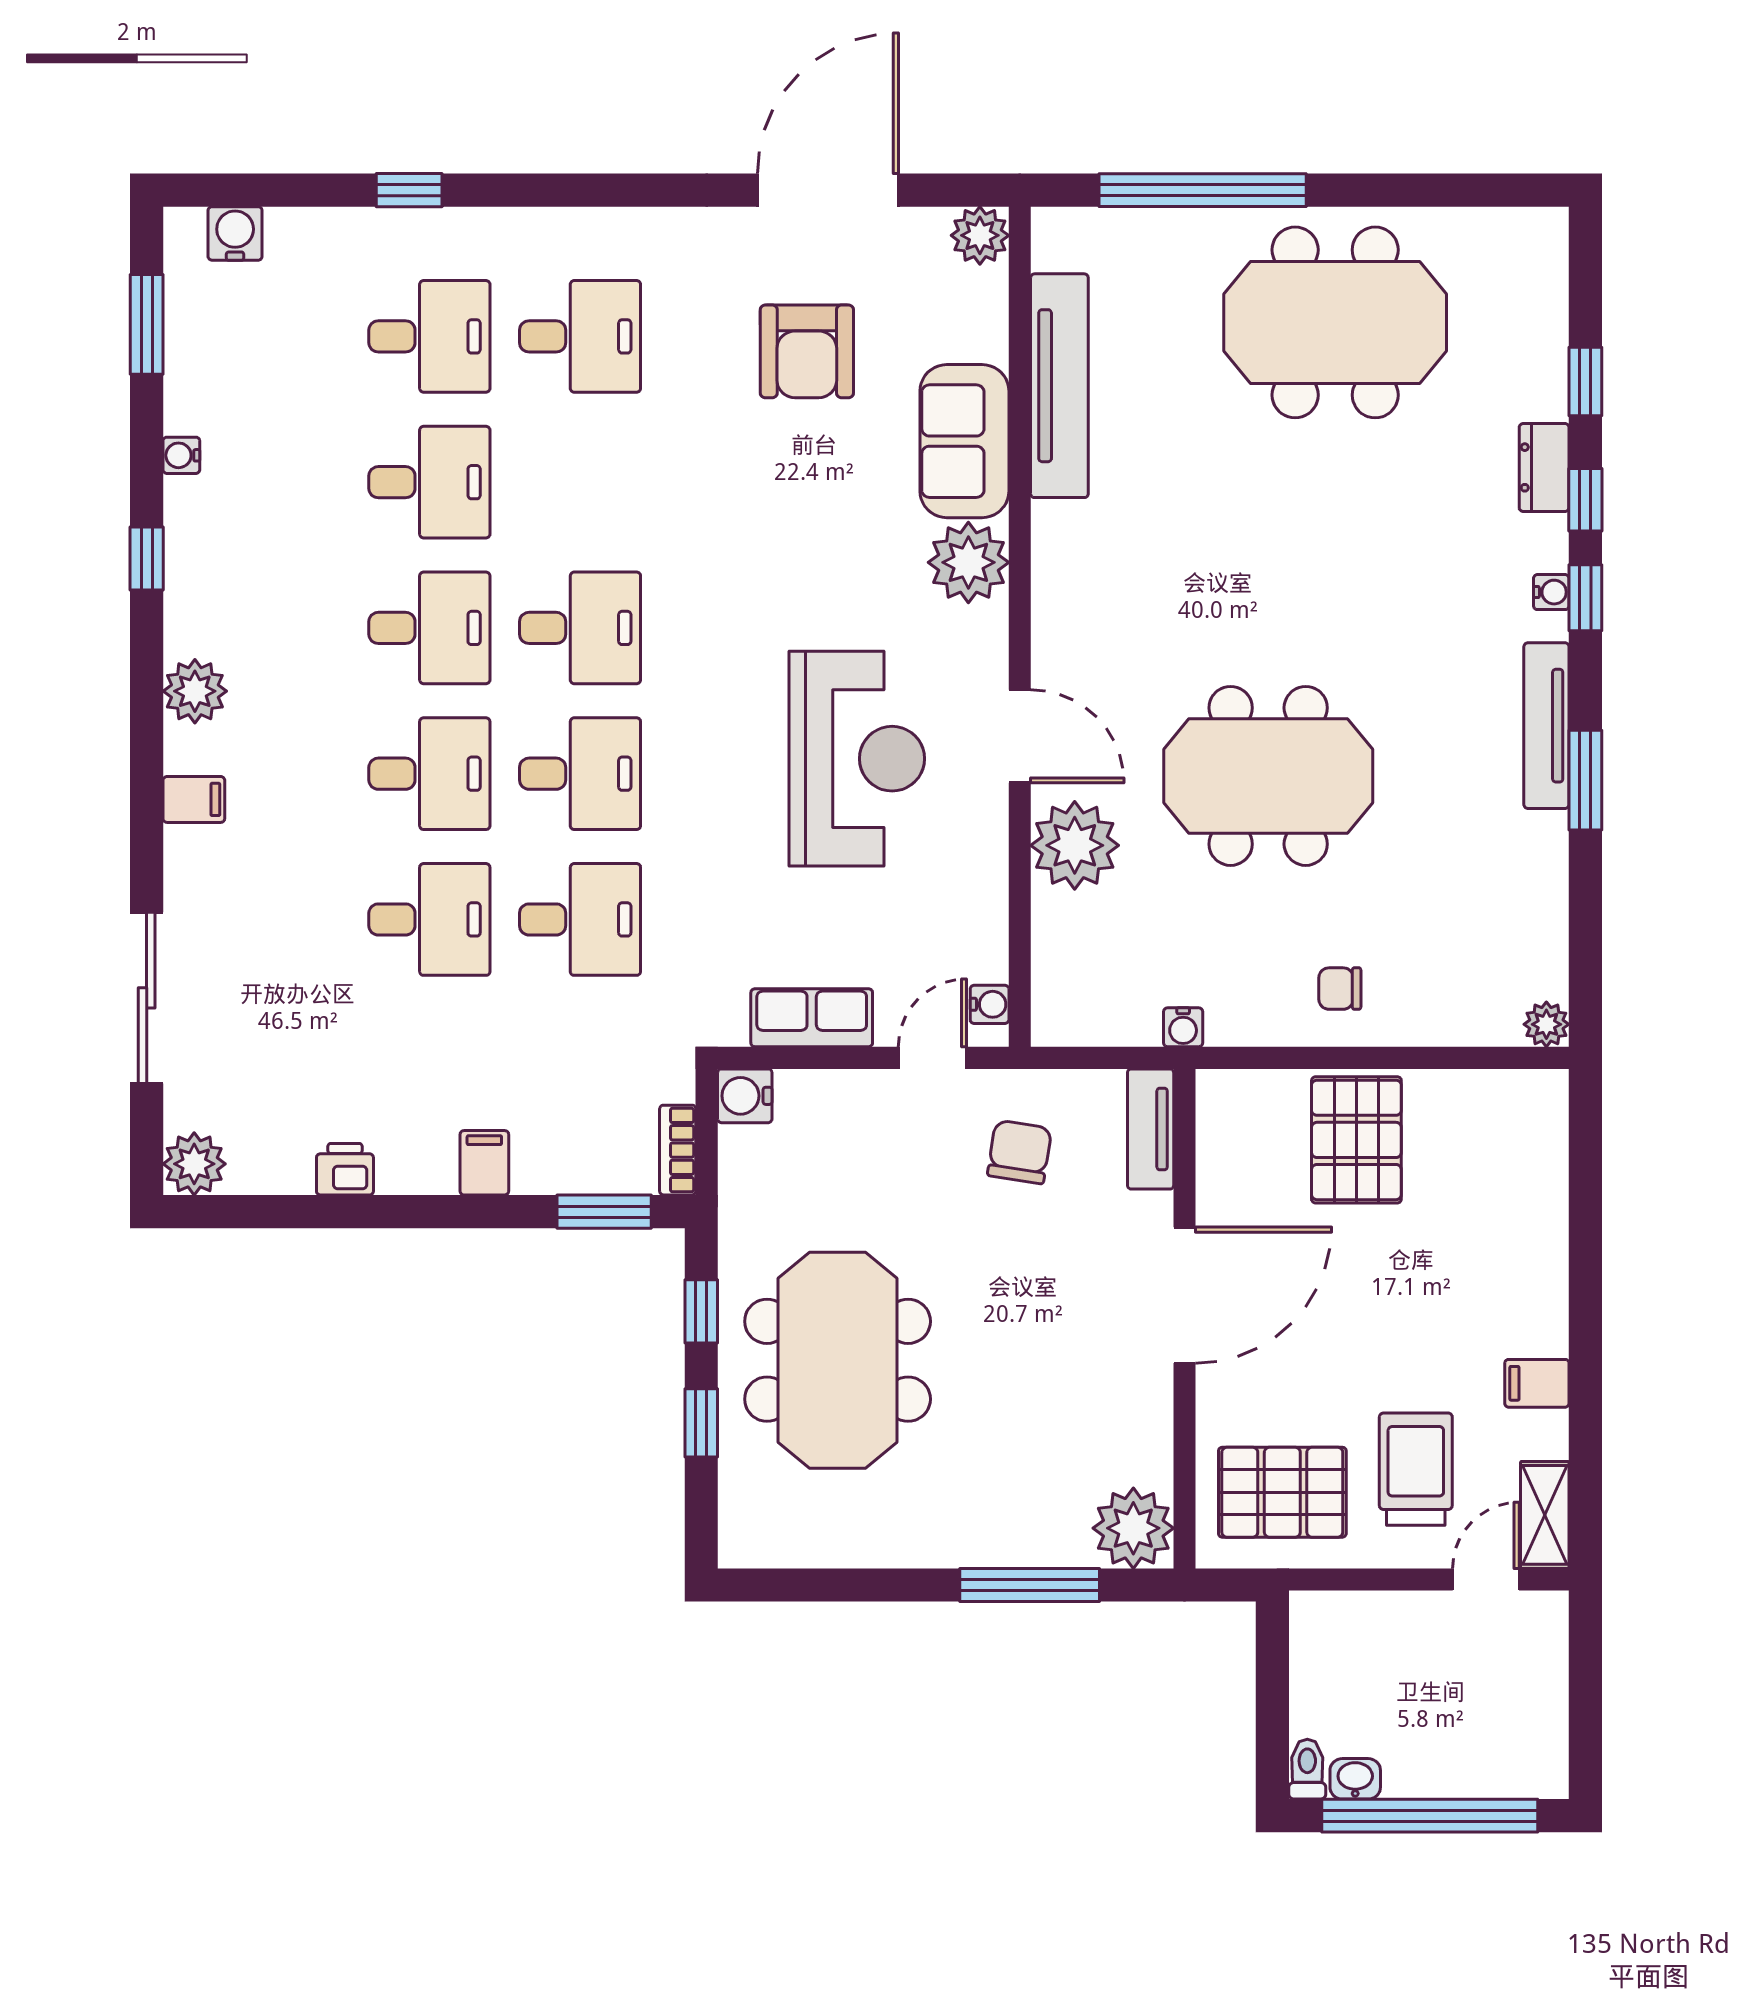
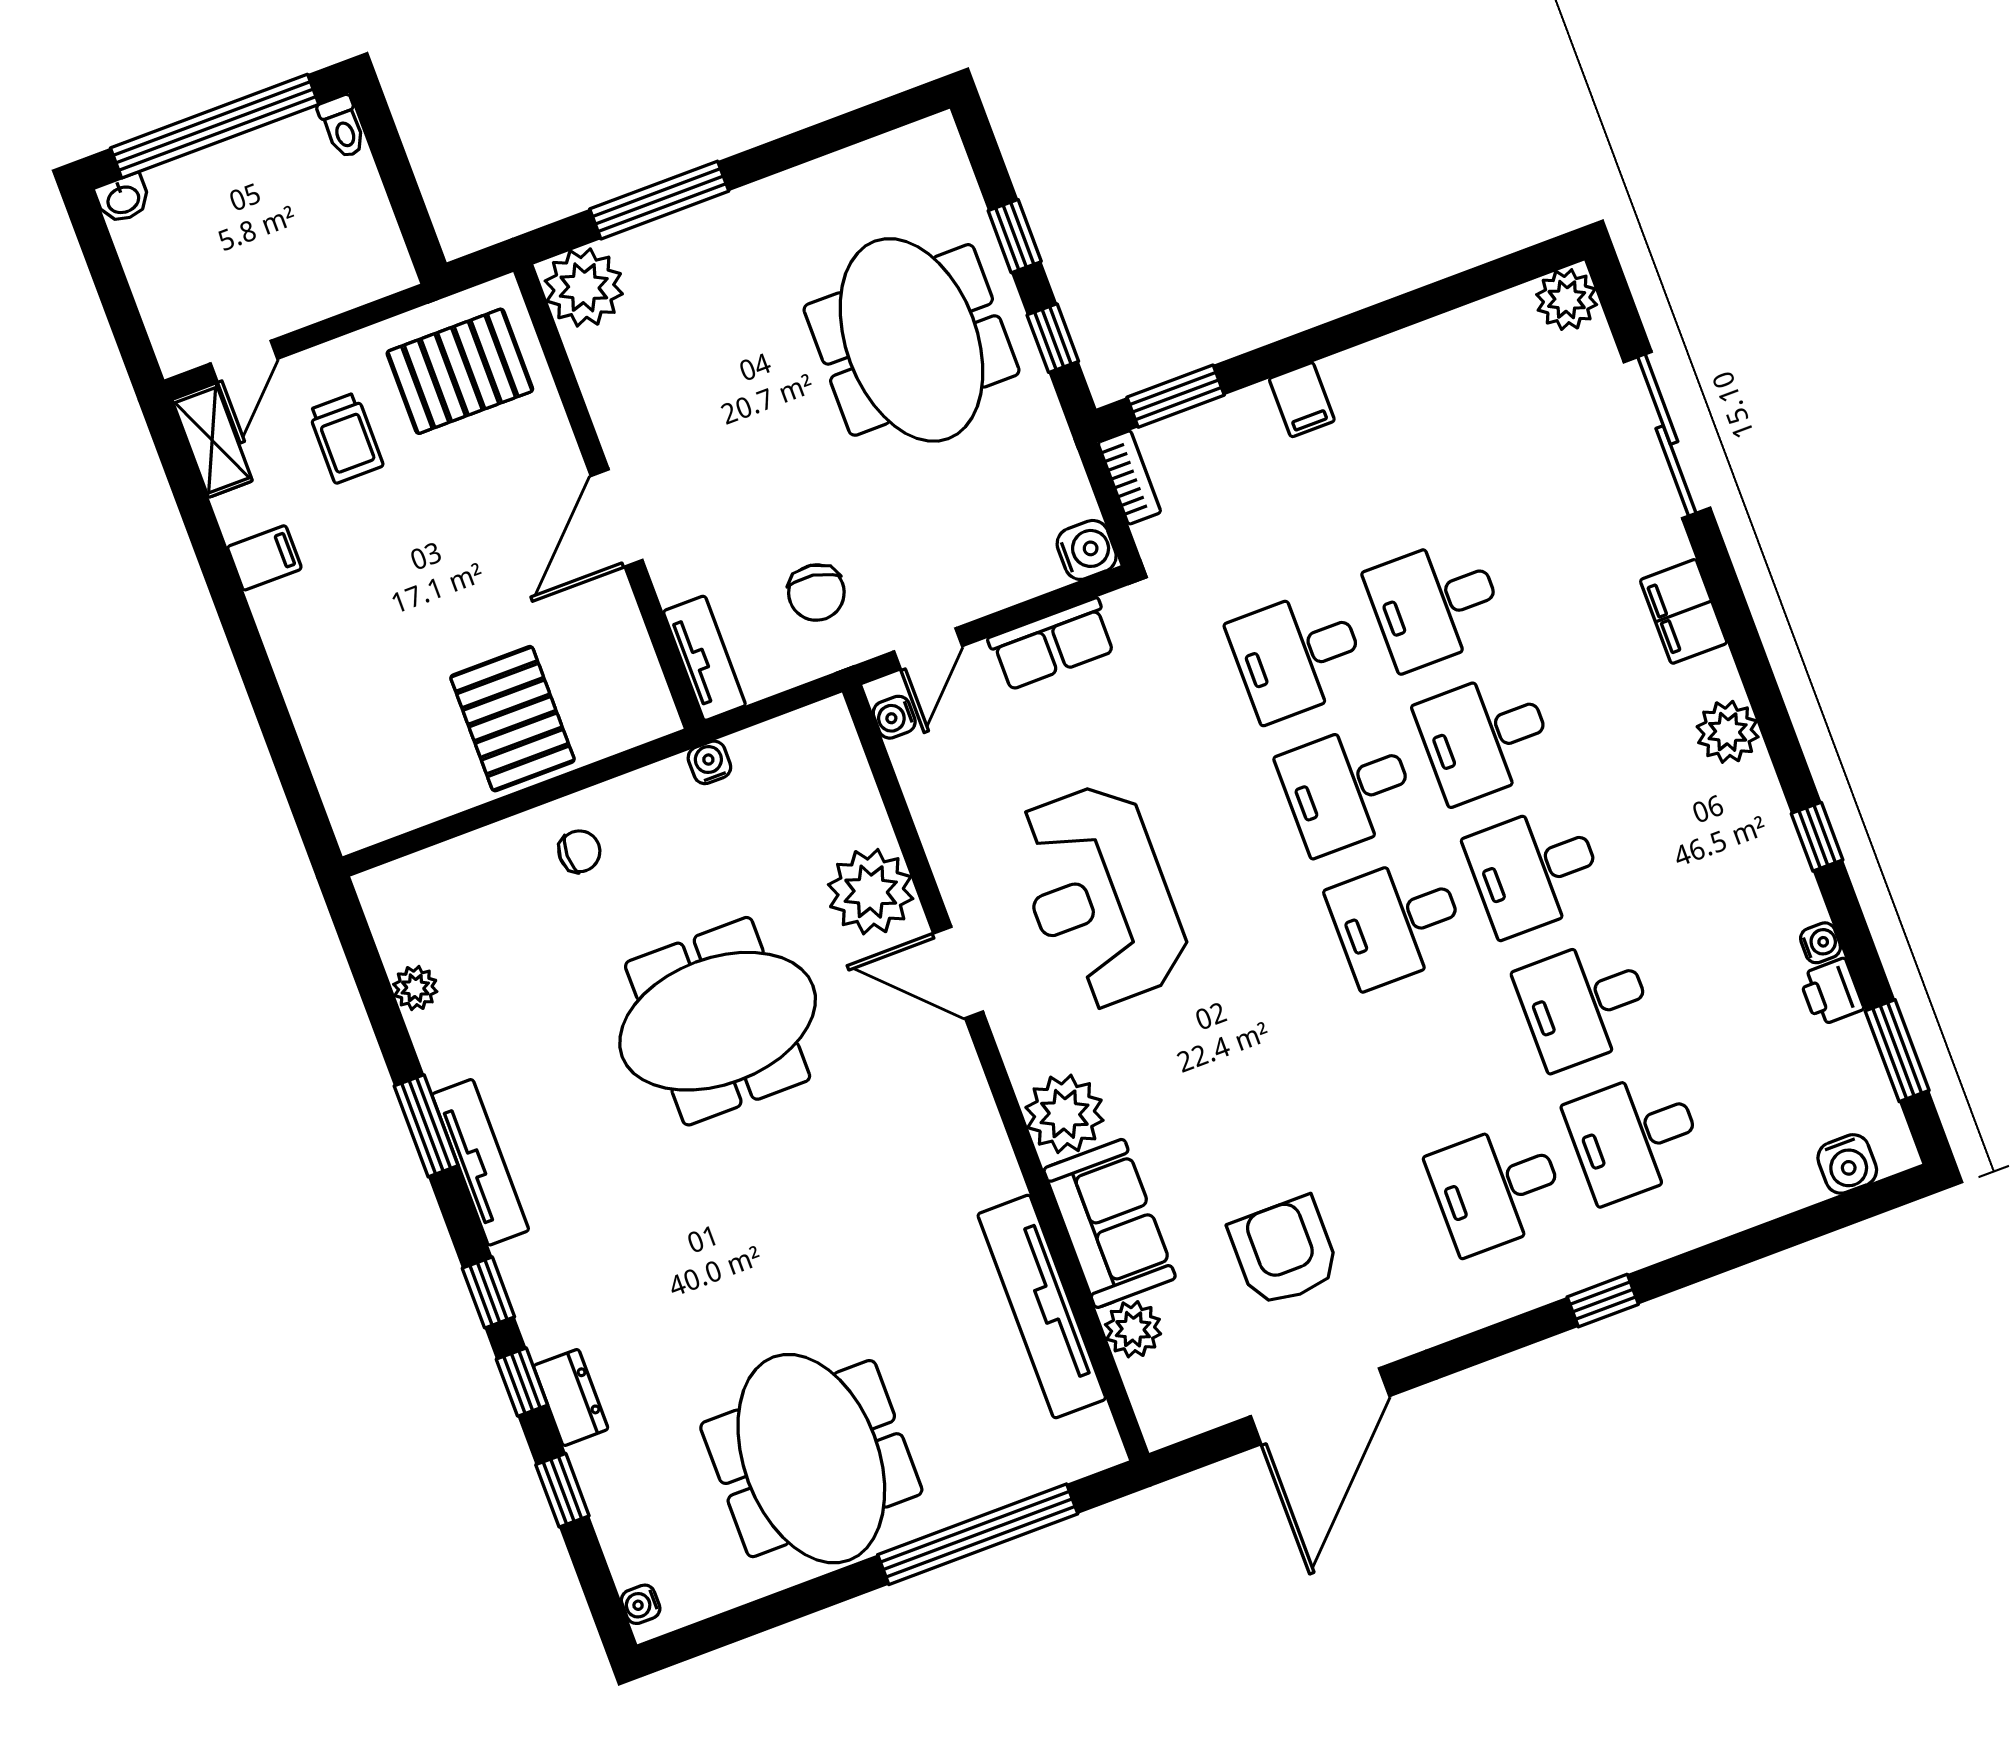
window: (409, 190) -> (1603, 1301), moved
plant: (980, 235) -> (1133, 1329), moved
meeting table: (1335, 322) -> (811, 1459), turned 90
water cooler: (1551, 592) -> (641, 1604), moved
filing cabinet: (194, 799) -> (1684, 611), width x2.00
plant: (1546, 1024) -> (415, 988), moved
printer: (345, 1169) -> (1831, 992), moved, turned 90
door: (1185, 1295) -> (617, 518), width x0.73
trolley: (1416, 1469) -> (346, 438), width x0.73, depth x0.72
washbasin: (1355, 1779) -> (123, 199), moved

